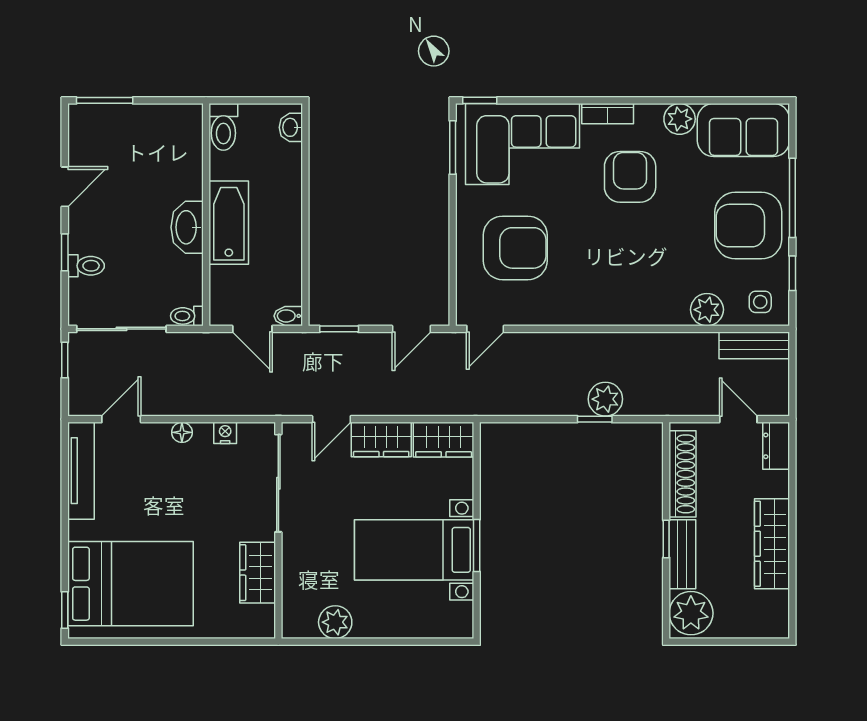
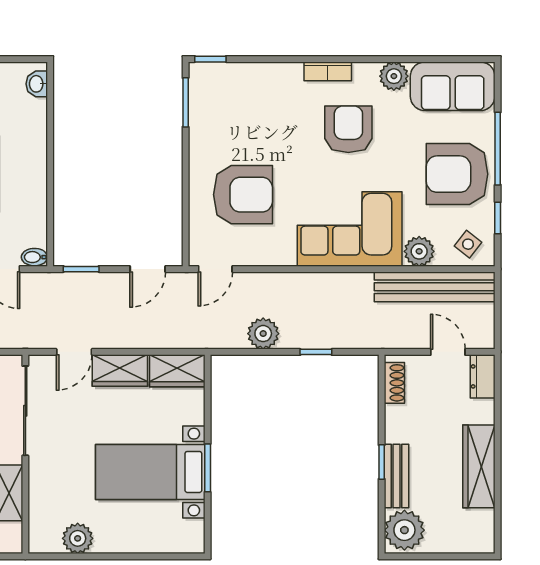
corner sofa: (523, 144) -> (350, 229), moved, turned 180
side table: (760, 302) -> (468, 244), turned 38
bench: (754, 345) -> (435, 287), width x1.86, depth x1.21
plant: (605, 399) -> (263, 334), moved
shoe rack: (683, 474) -> (394, 383), width x0.51, depth x0.81

